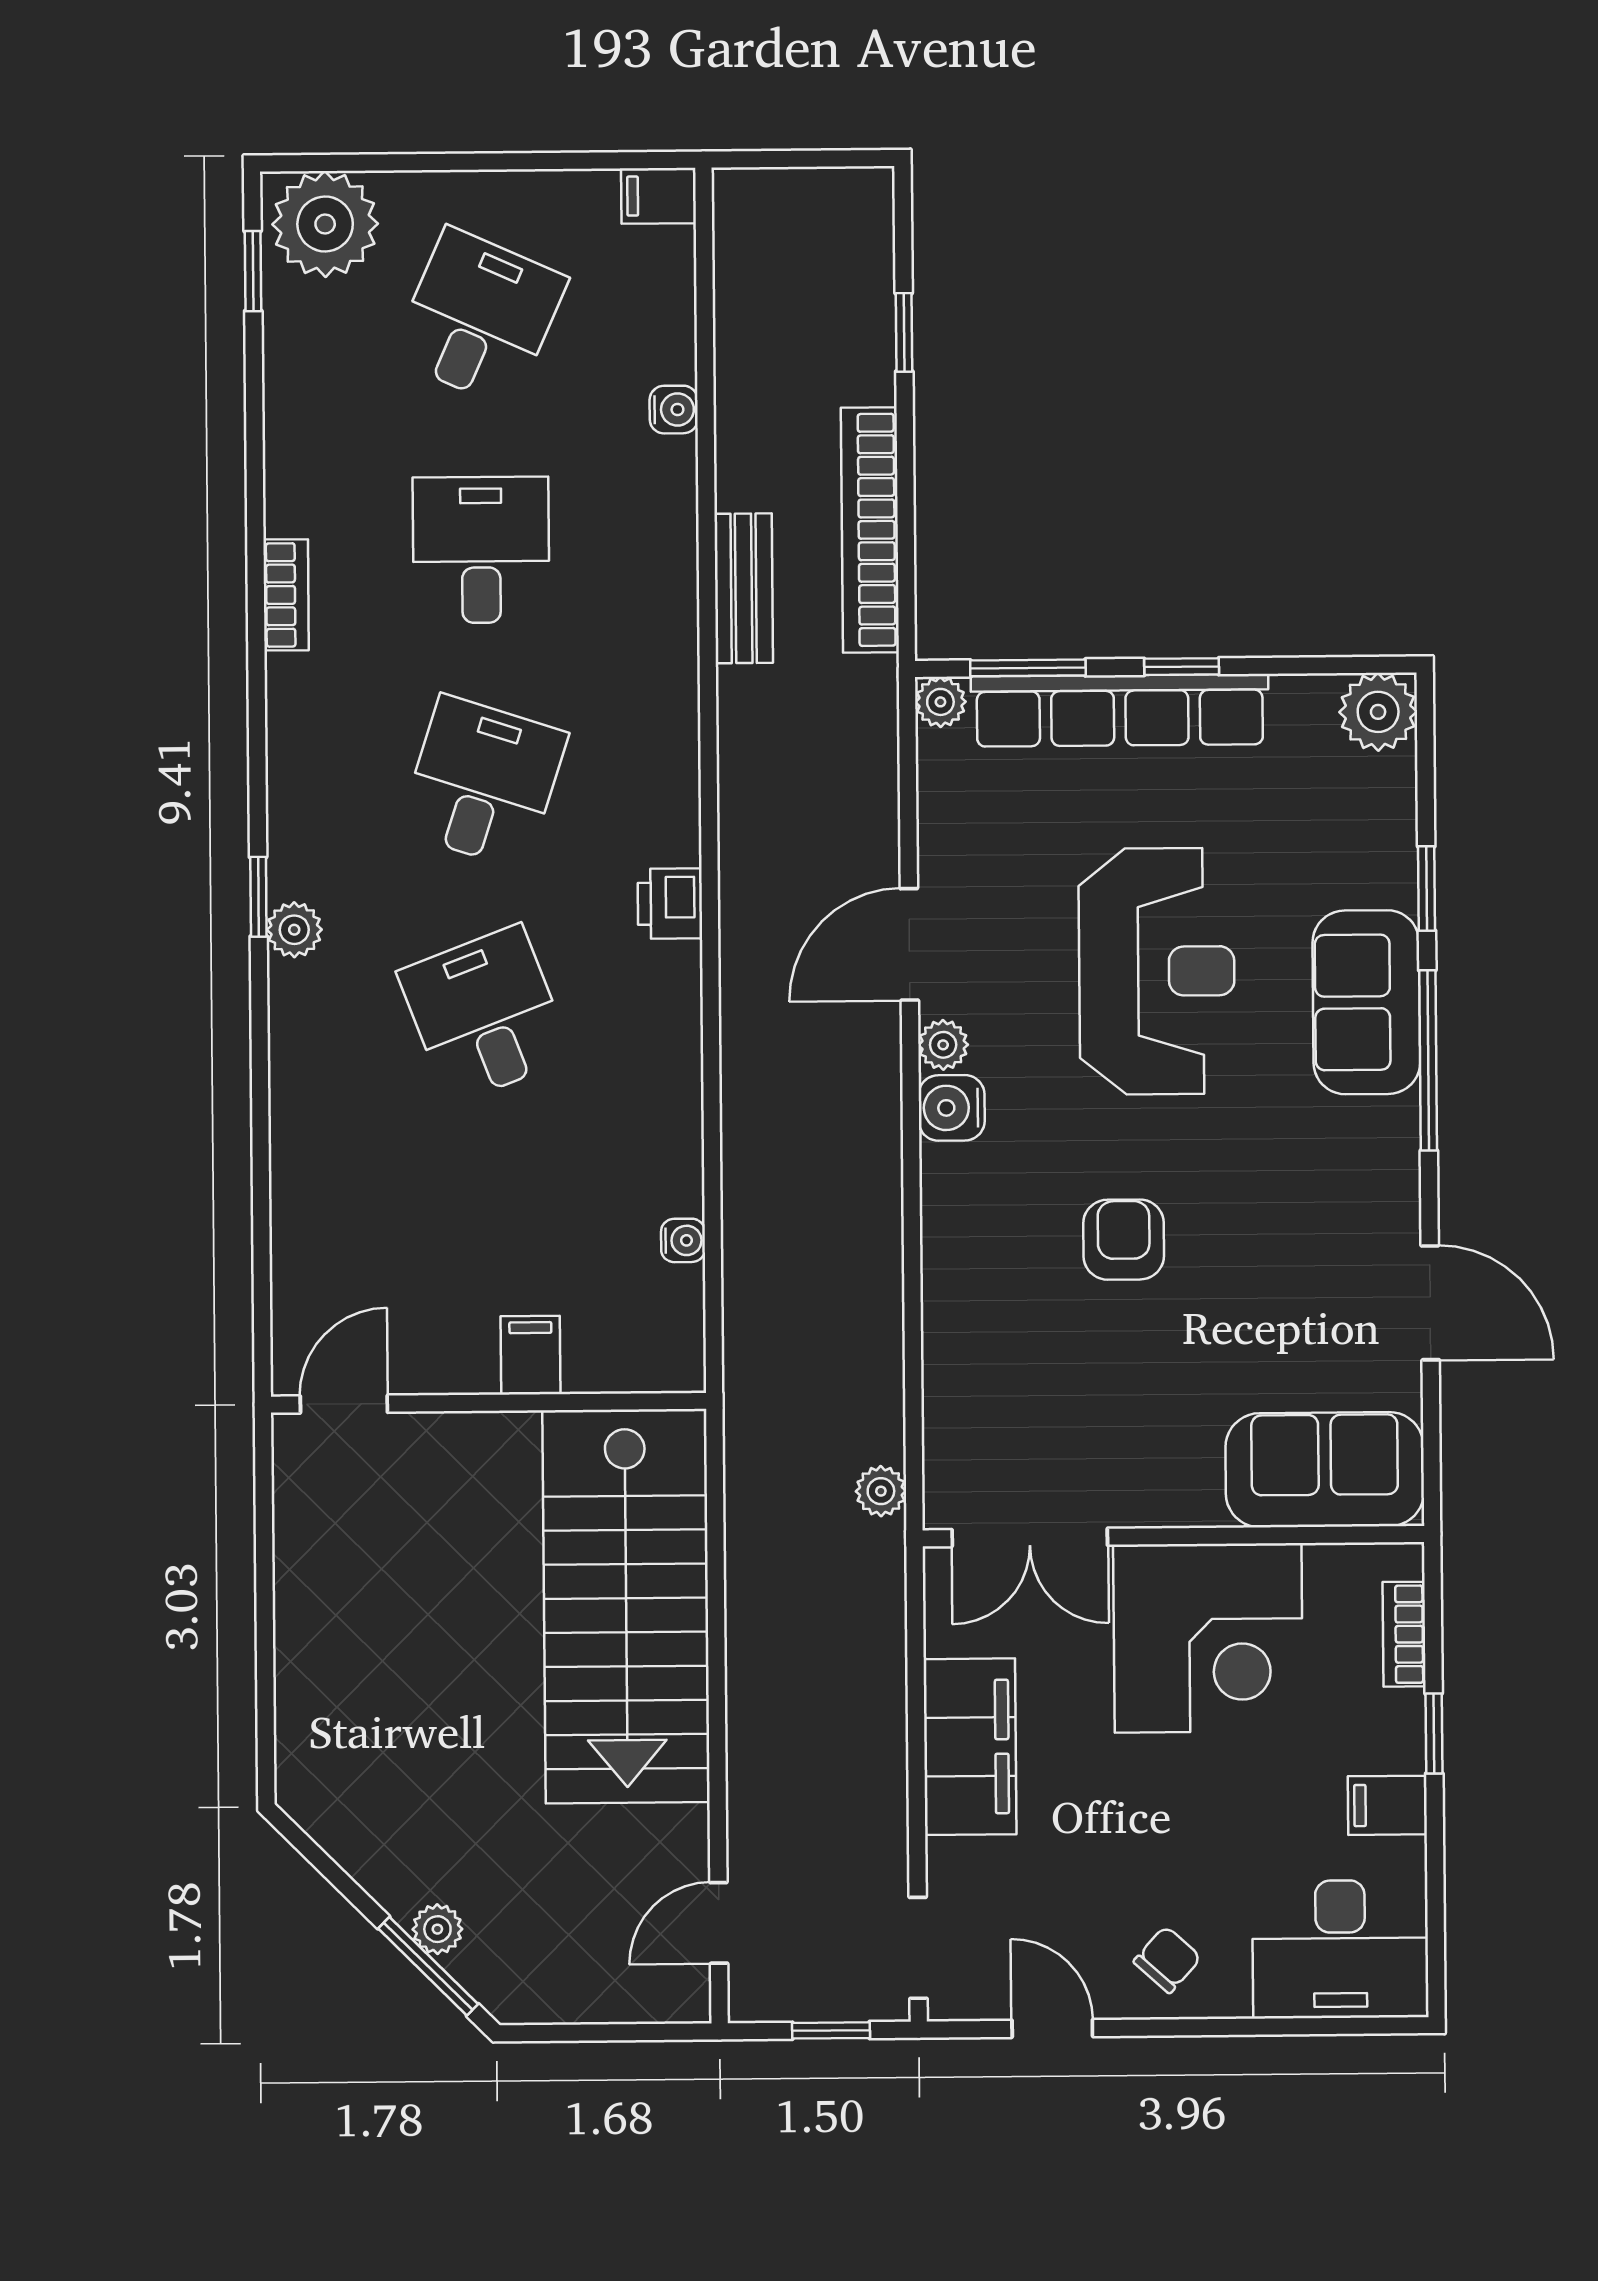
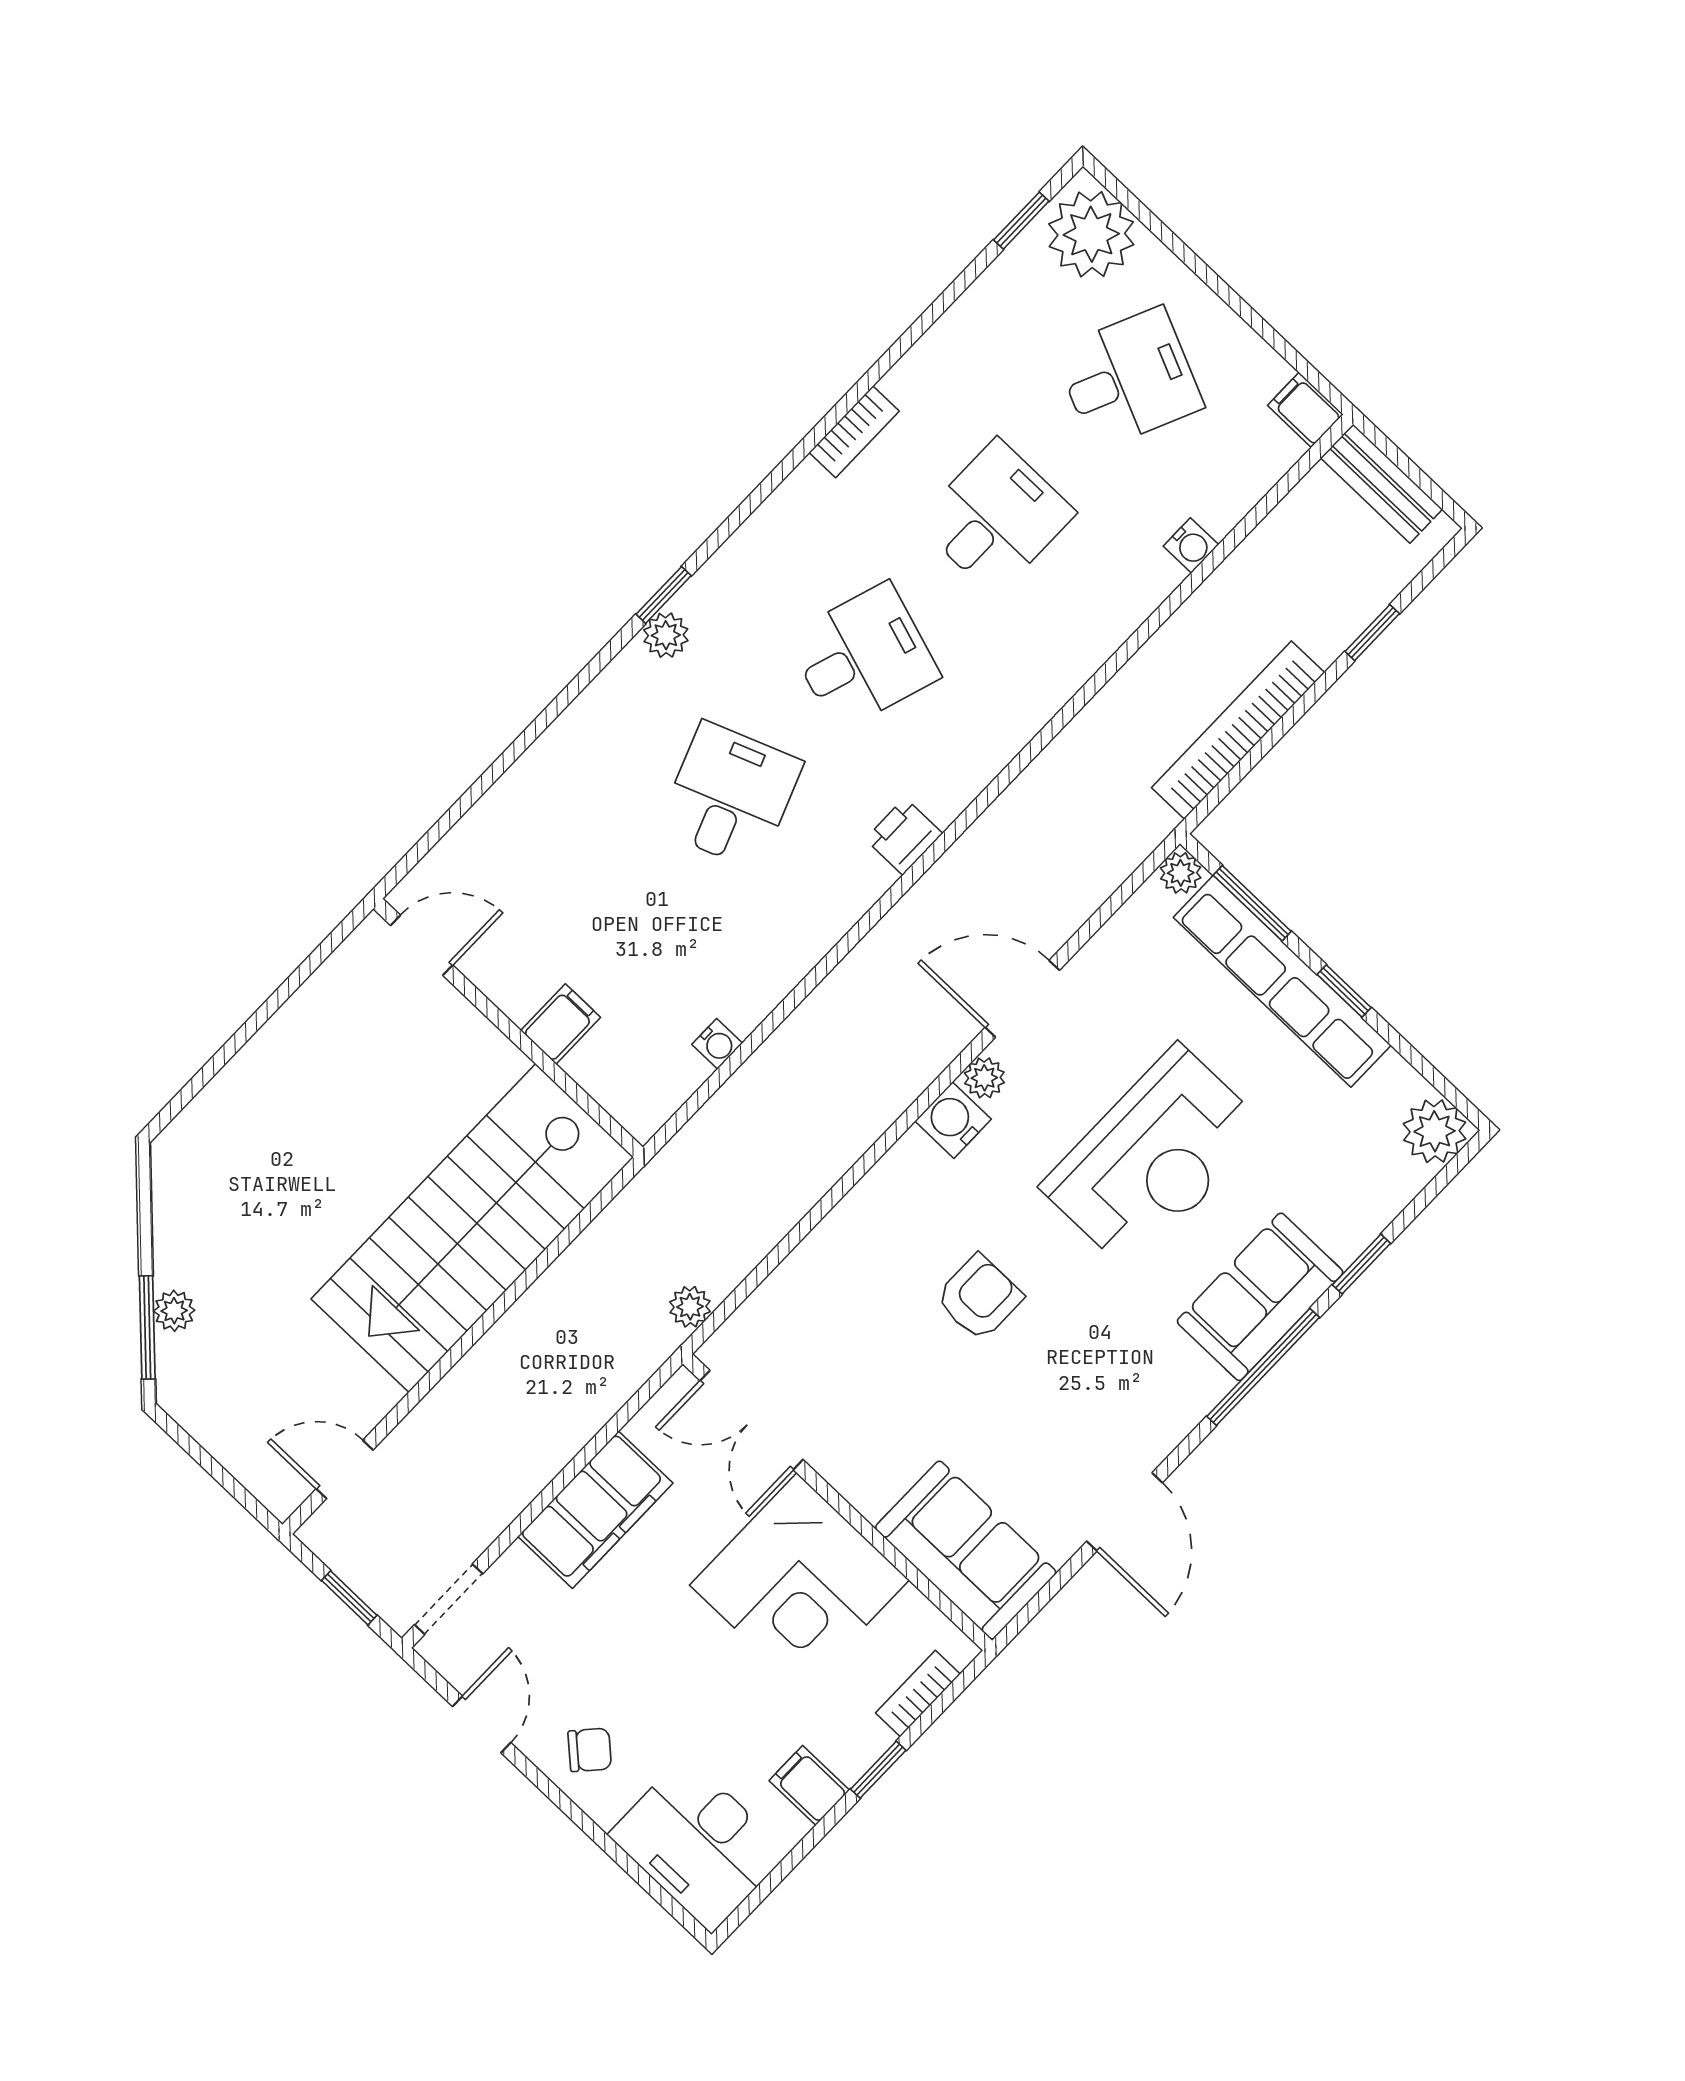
bench: (744, 588) -> (1381, 484), moved, turned 90

